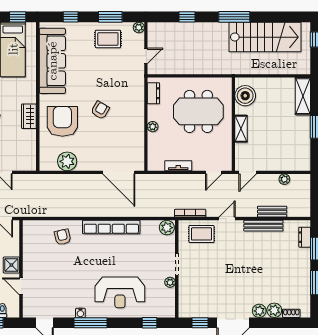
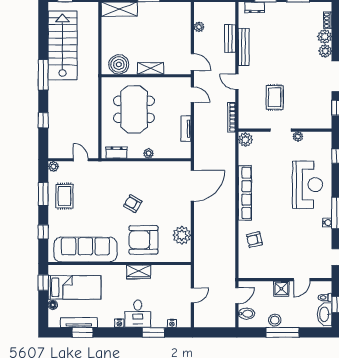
rug: (201, 234) -> (275, 97), moved

